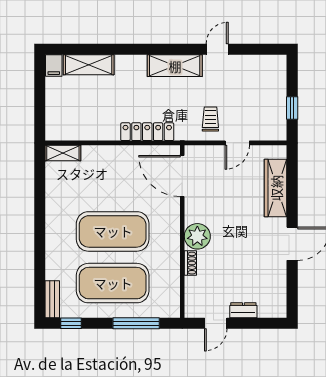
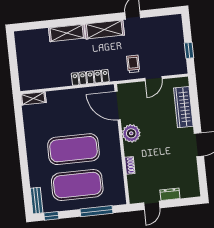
filing cabinet: (54, 65) -> (21, 38), removed
shelving: (89, 65) -> (67, 33), moved
plant: (197, 236) -> (131, 133), moved

